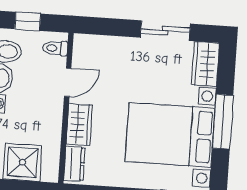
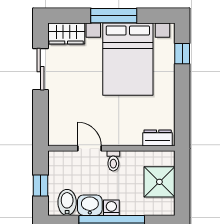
toilet: (55, 48) -> (113, 161), moved
wardrobe: (79, 124) -> (124, 136), removed

